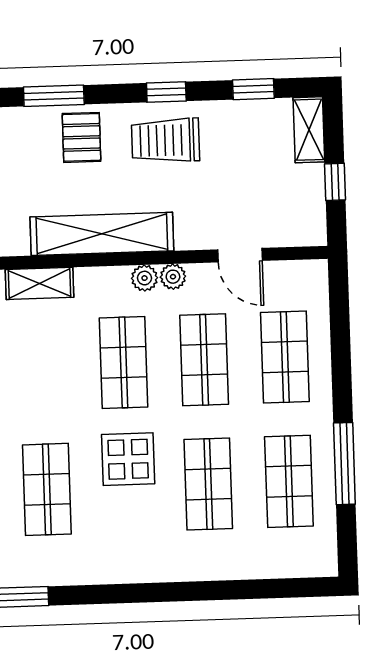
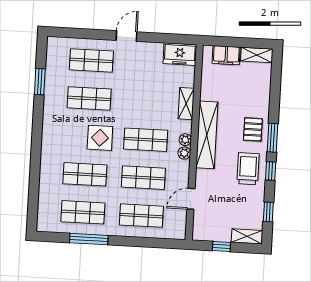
window: (54, 96) -> (273, 138), moved
pallet: (82, 137) -> (253, 129), turned 90
plant: (173, 277) -> (185, 140), moved

